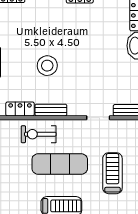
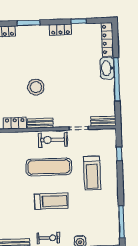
exercise bike: (39, 134) -> (53, 140), moved
treadmill: (112, 173) -> (92, 173), turned 180

